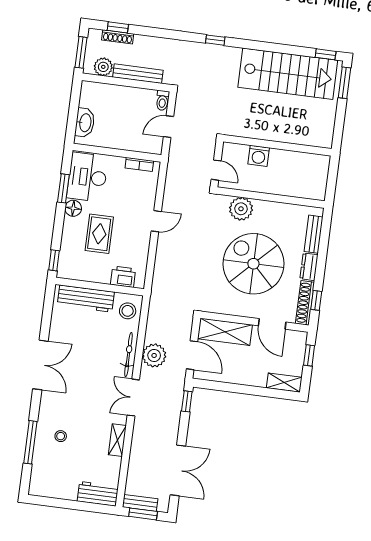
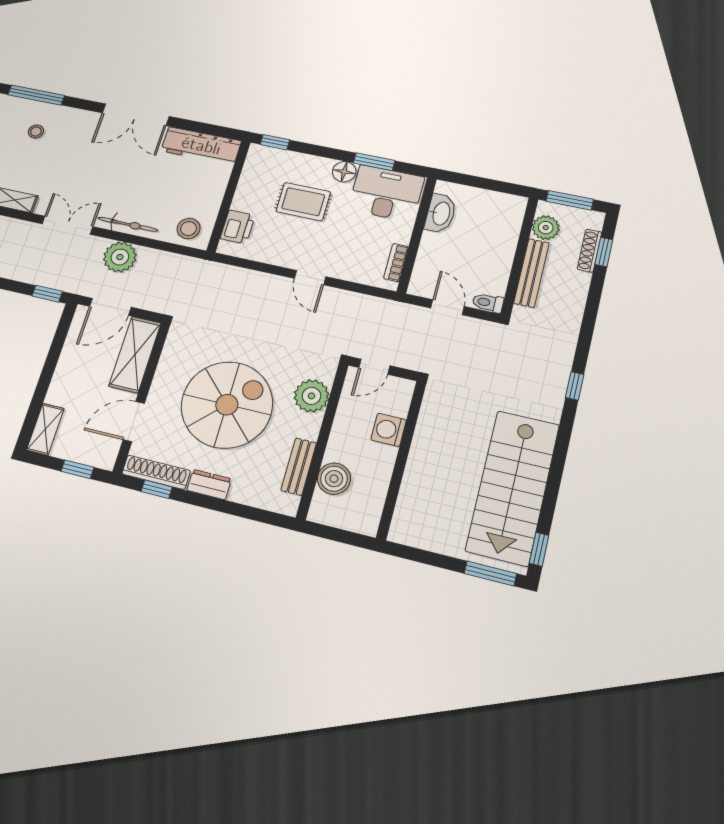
washbasin: (85, 123) -> (441, 213), moved, turned -90
boiler: (295, 187) -> (334, 479), added
bench: (314, 234) -> (299, 467), moved, turned 90
workbench: (86, 299) -> (201, 146), moved, turned -90

